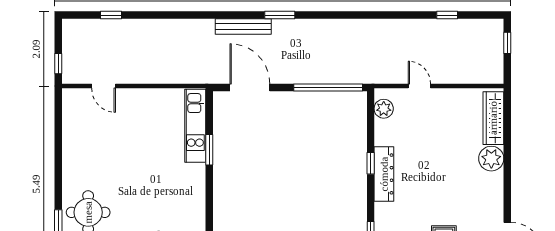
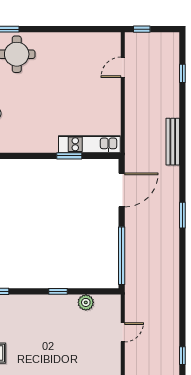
bench: (243, 26) -> (173, 142), moved
plant: (384, 109) -> (86, 302), moved
dresser: (384, 174) -> (49, 303), removed

